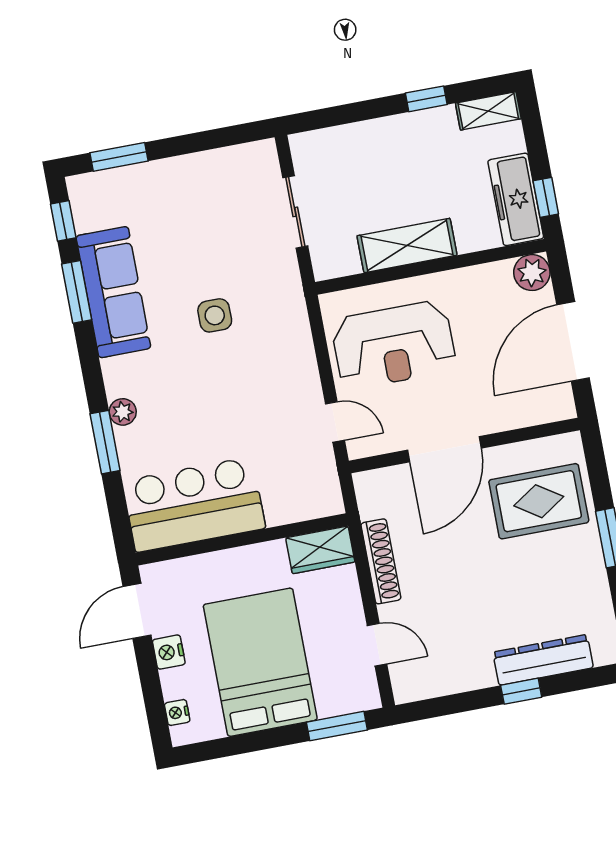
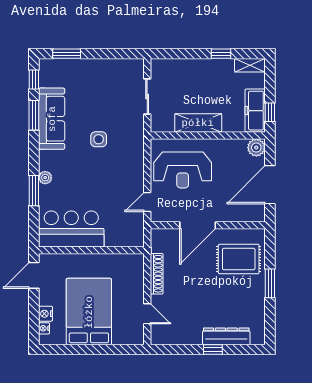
door: (335, 422) -> (147, 202), swing flipped
wardrobe: (320, 550) -> (128, 263), removed
nightstand: (169, 652) -> (46, 314), moved
window: (337, 726) -> (120, 349), removed

